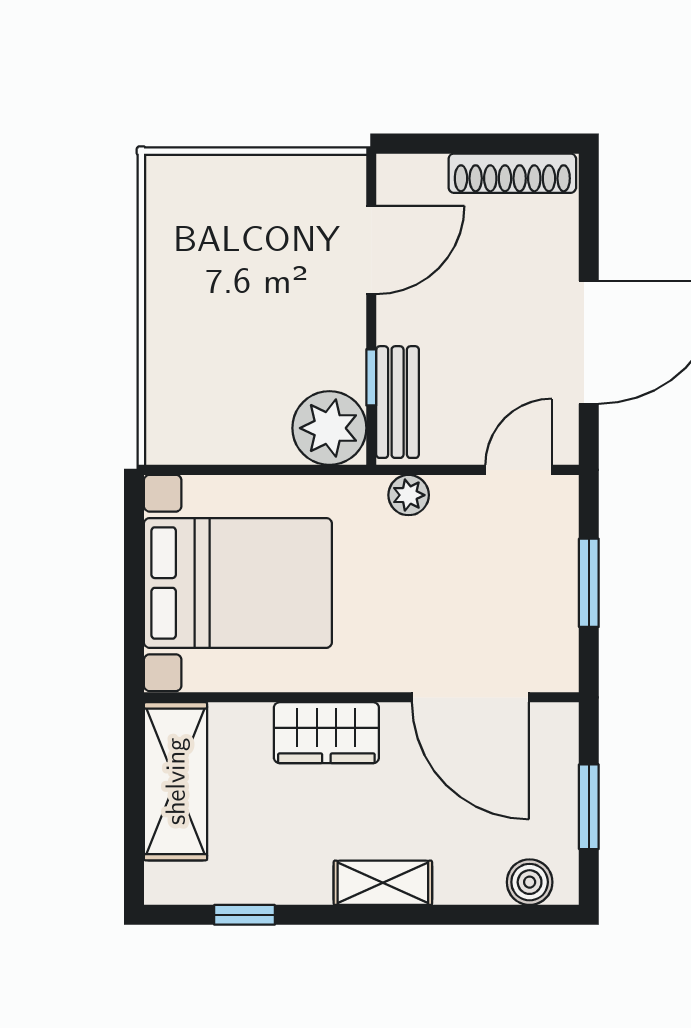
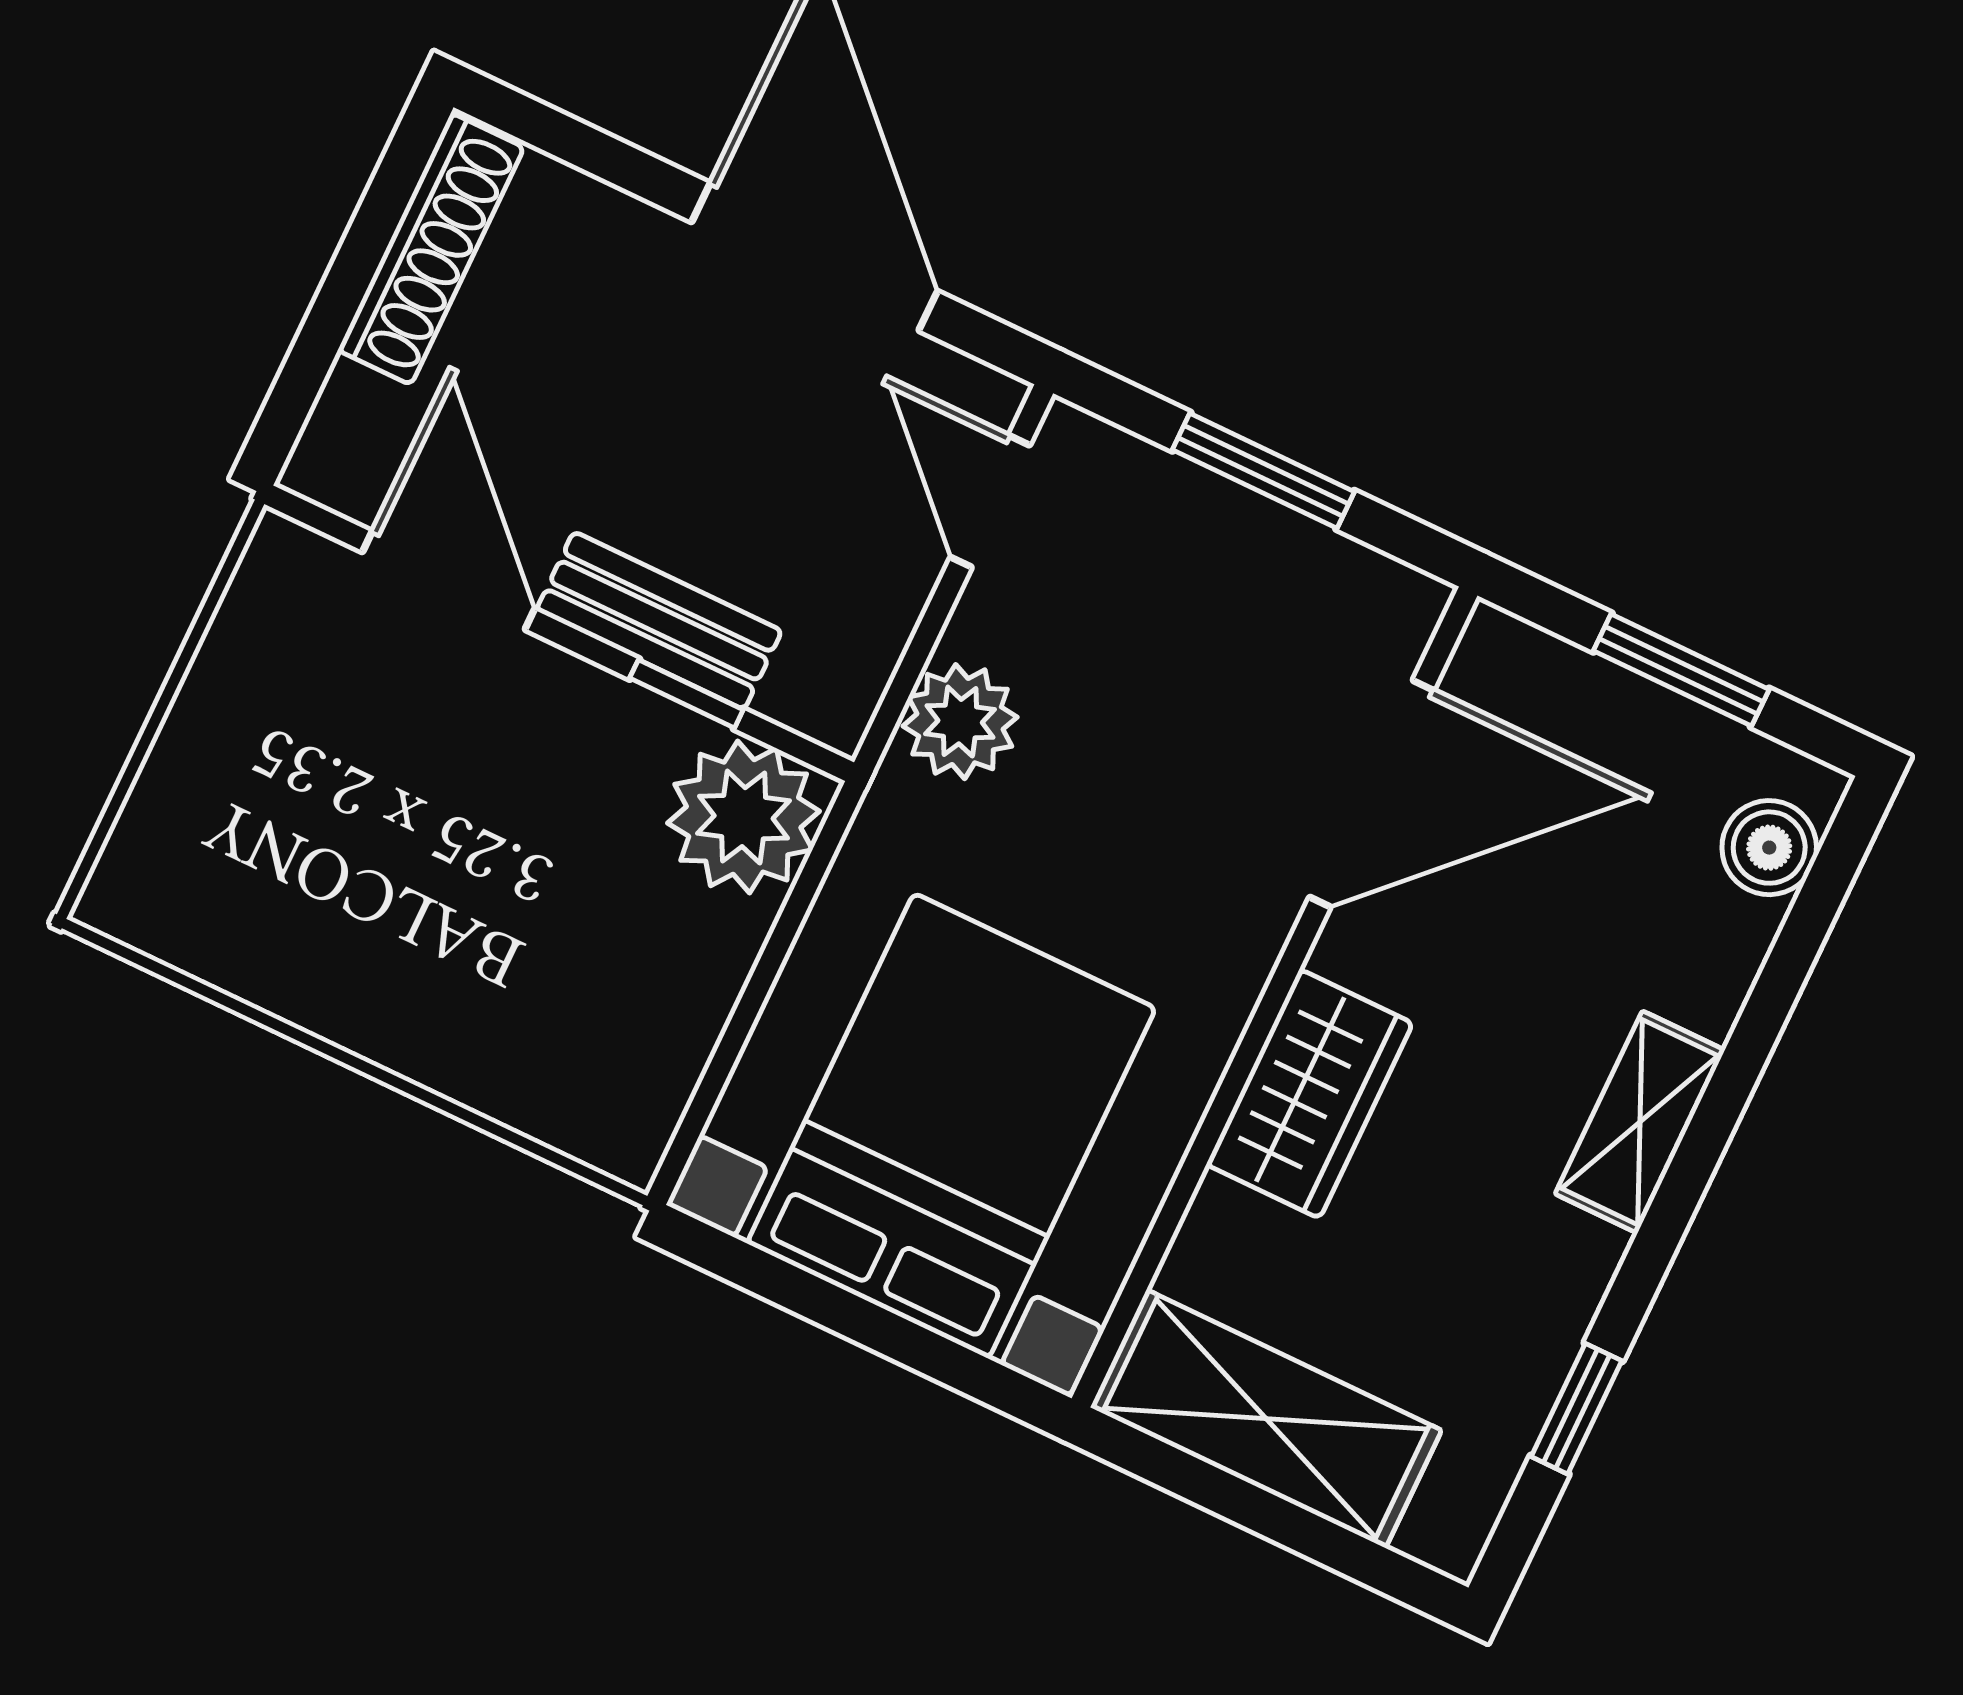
bench: (398, 402) -> (659, 621), moved
plant: (409, 495) -> (960, 722), width x1.38, depth x1.38

